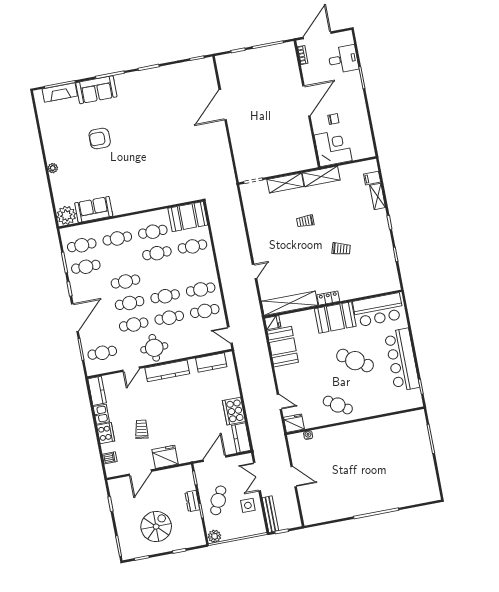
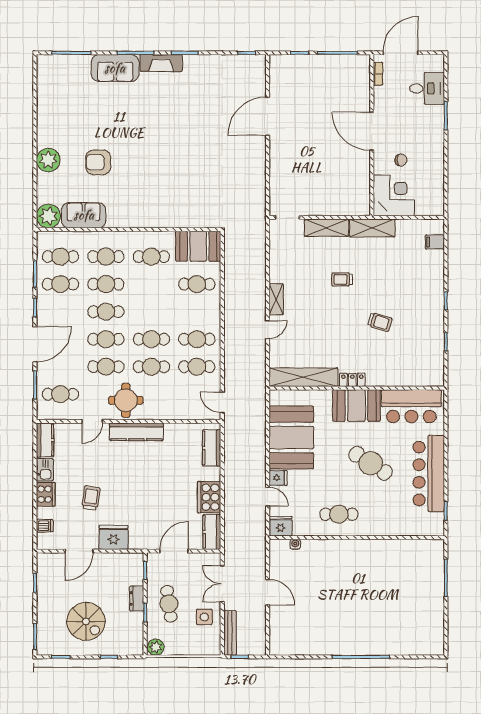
fireplace: (60, 93) -> (161, 63), moved
door: (306, 101) -> (372, 131), swing flipped
armchair: (100, 138) -> (98, 162), moved
plant: (53, 168) -> (48, 160), width x1.88, depth x1.88
shelving: (378, 196) -> (276, 299), moved
cafe table: (157, 253) -> (106, 284), moved
fridge: (273, 323) -> (278, 478), moved
booth: (283, 347) -> (291, 437), width x1.36, depth x1.42
kitchen counter: (211, 363) -> (212, 448), moved, turned 90
cafe table: (338, 405) -> (339, 514), turned -33
cafe table: (218, 500) -> (169, 604), turned -33
spiral stairs: (156, 527) -> (86, 621), turned 90

